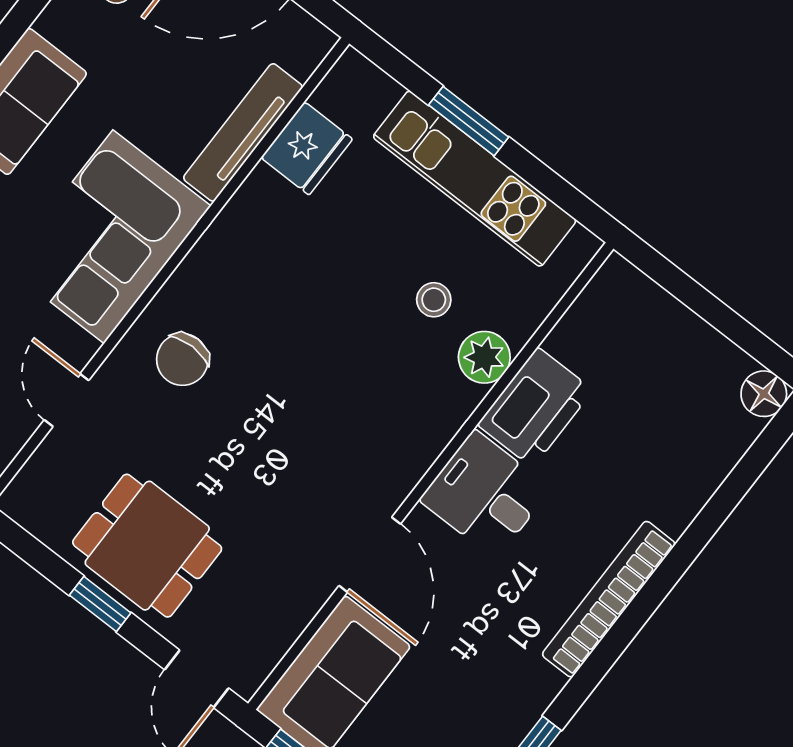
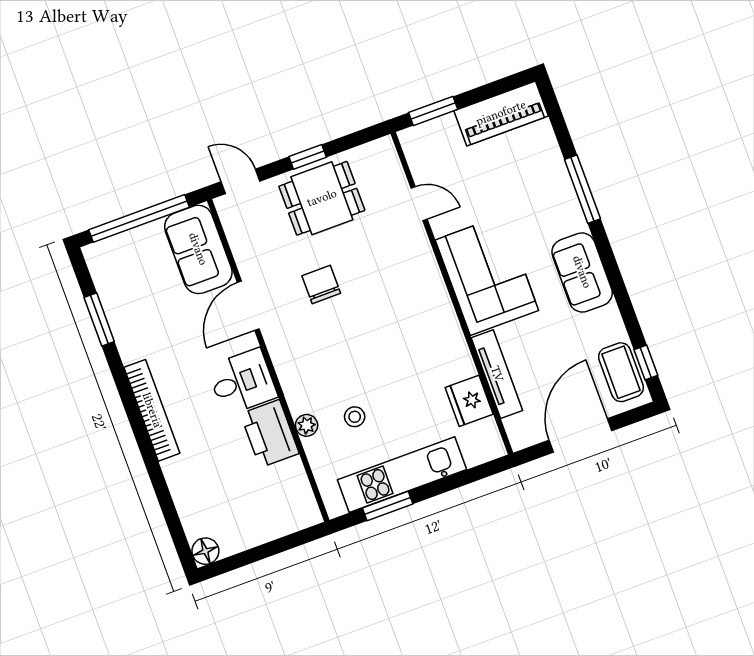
window: (469, 121) -> (388, 506), moved
plant: (484, 357) -> (307, 425), width x0.73, depth x0.73
chair: (182, 360) -> (321, 285), moved
door: (370, 555) -> (248, 306), hinge flipped

